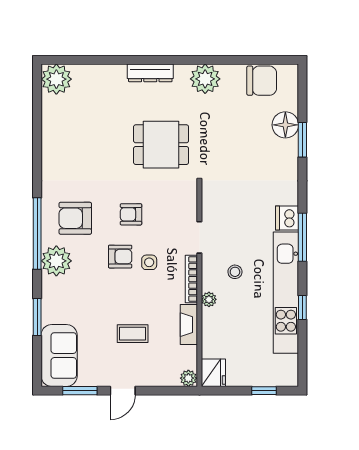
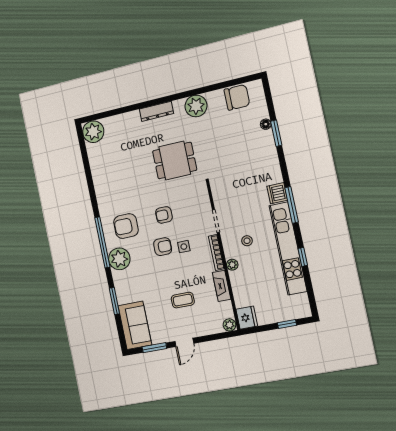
floor lamp: (285, 125) -> (266, 124), width x0.53, depth x0.53

